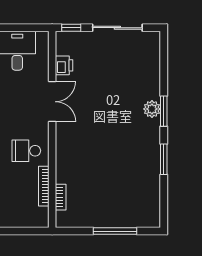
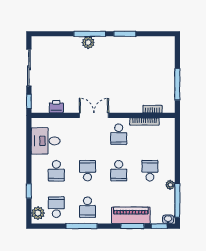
double door: (52, 102) -> (94, 115), moved
window: (164, 111) -> (90, 34), width x1.44
window: (115, 231) -> (177, 84), moved

